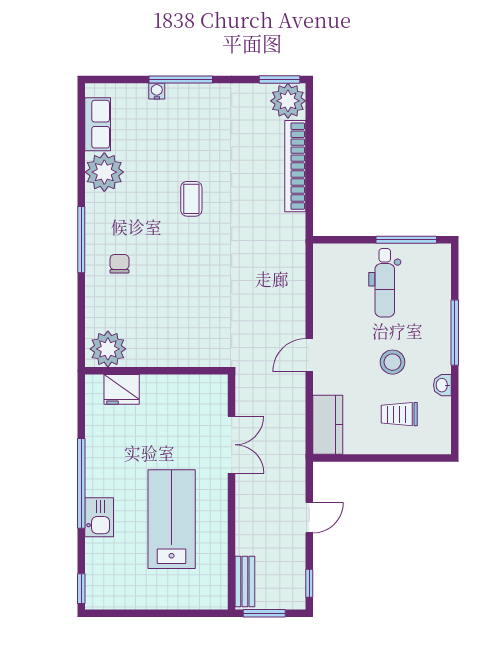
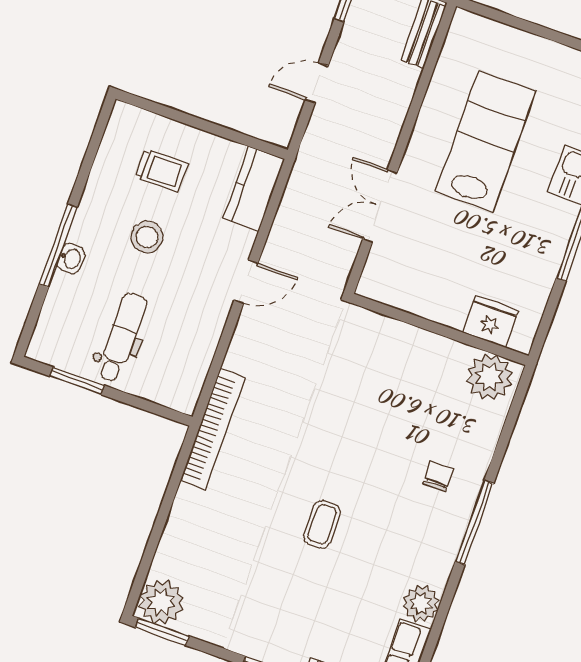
bookcase: (295, 166) -> (213, 429), moved
plant: (104, 172) -> (421, 603), width x0.73, depth x0.73
window: (406, 240) -> (77, 381), width x0.69
chair: (119, 264) -> (438, 476), turned 180
washbasin: (442, 385) -> (71, 258), moved
lab bench: (172, 519) -> (486, 141), turned 180

